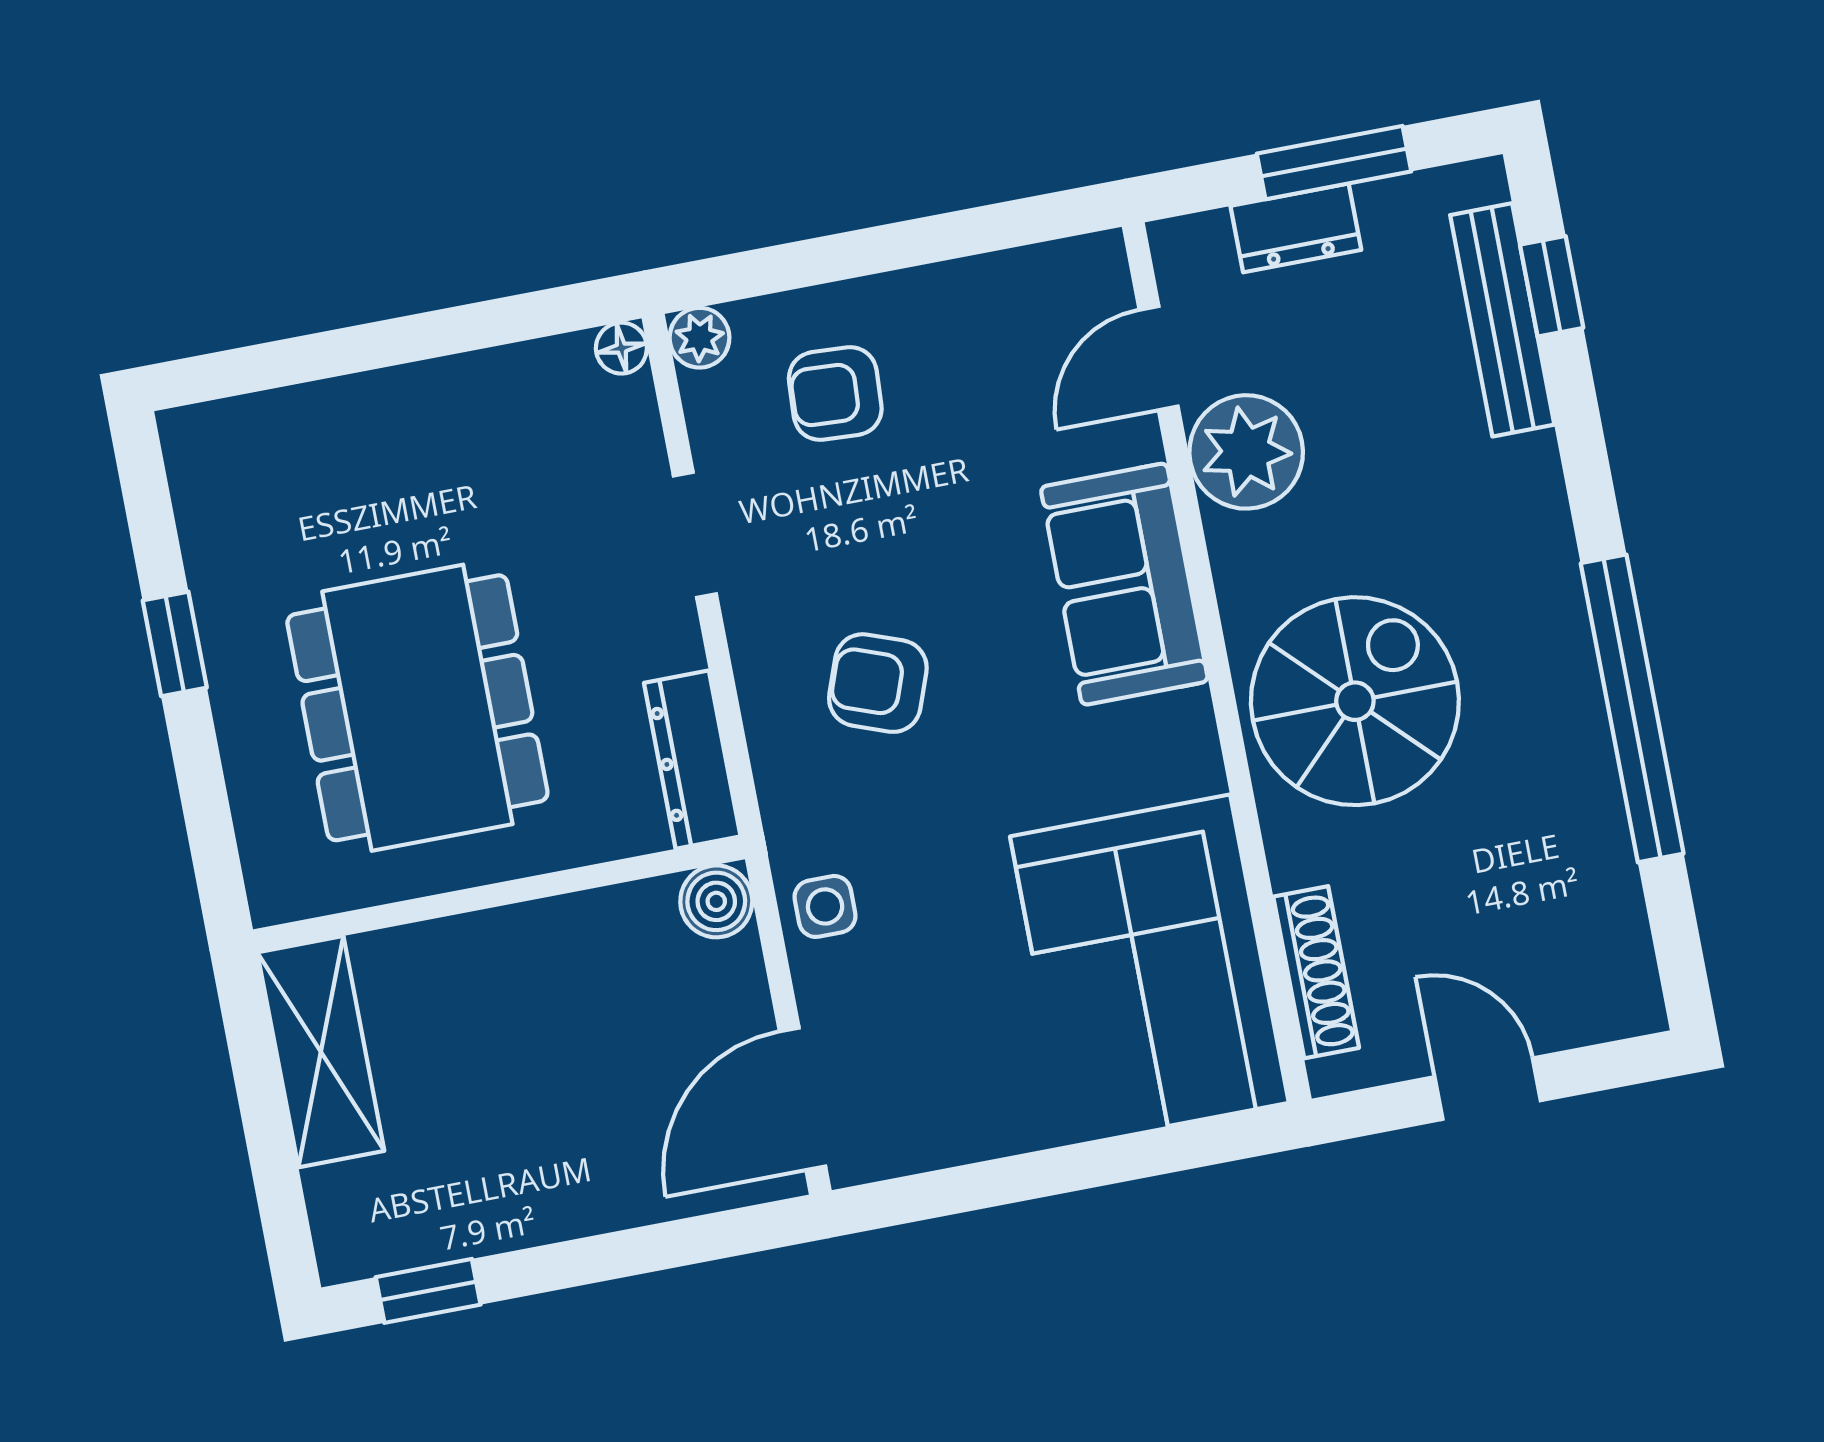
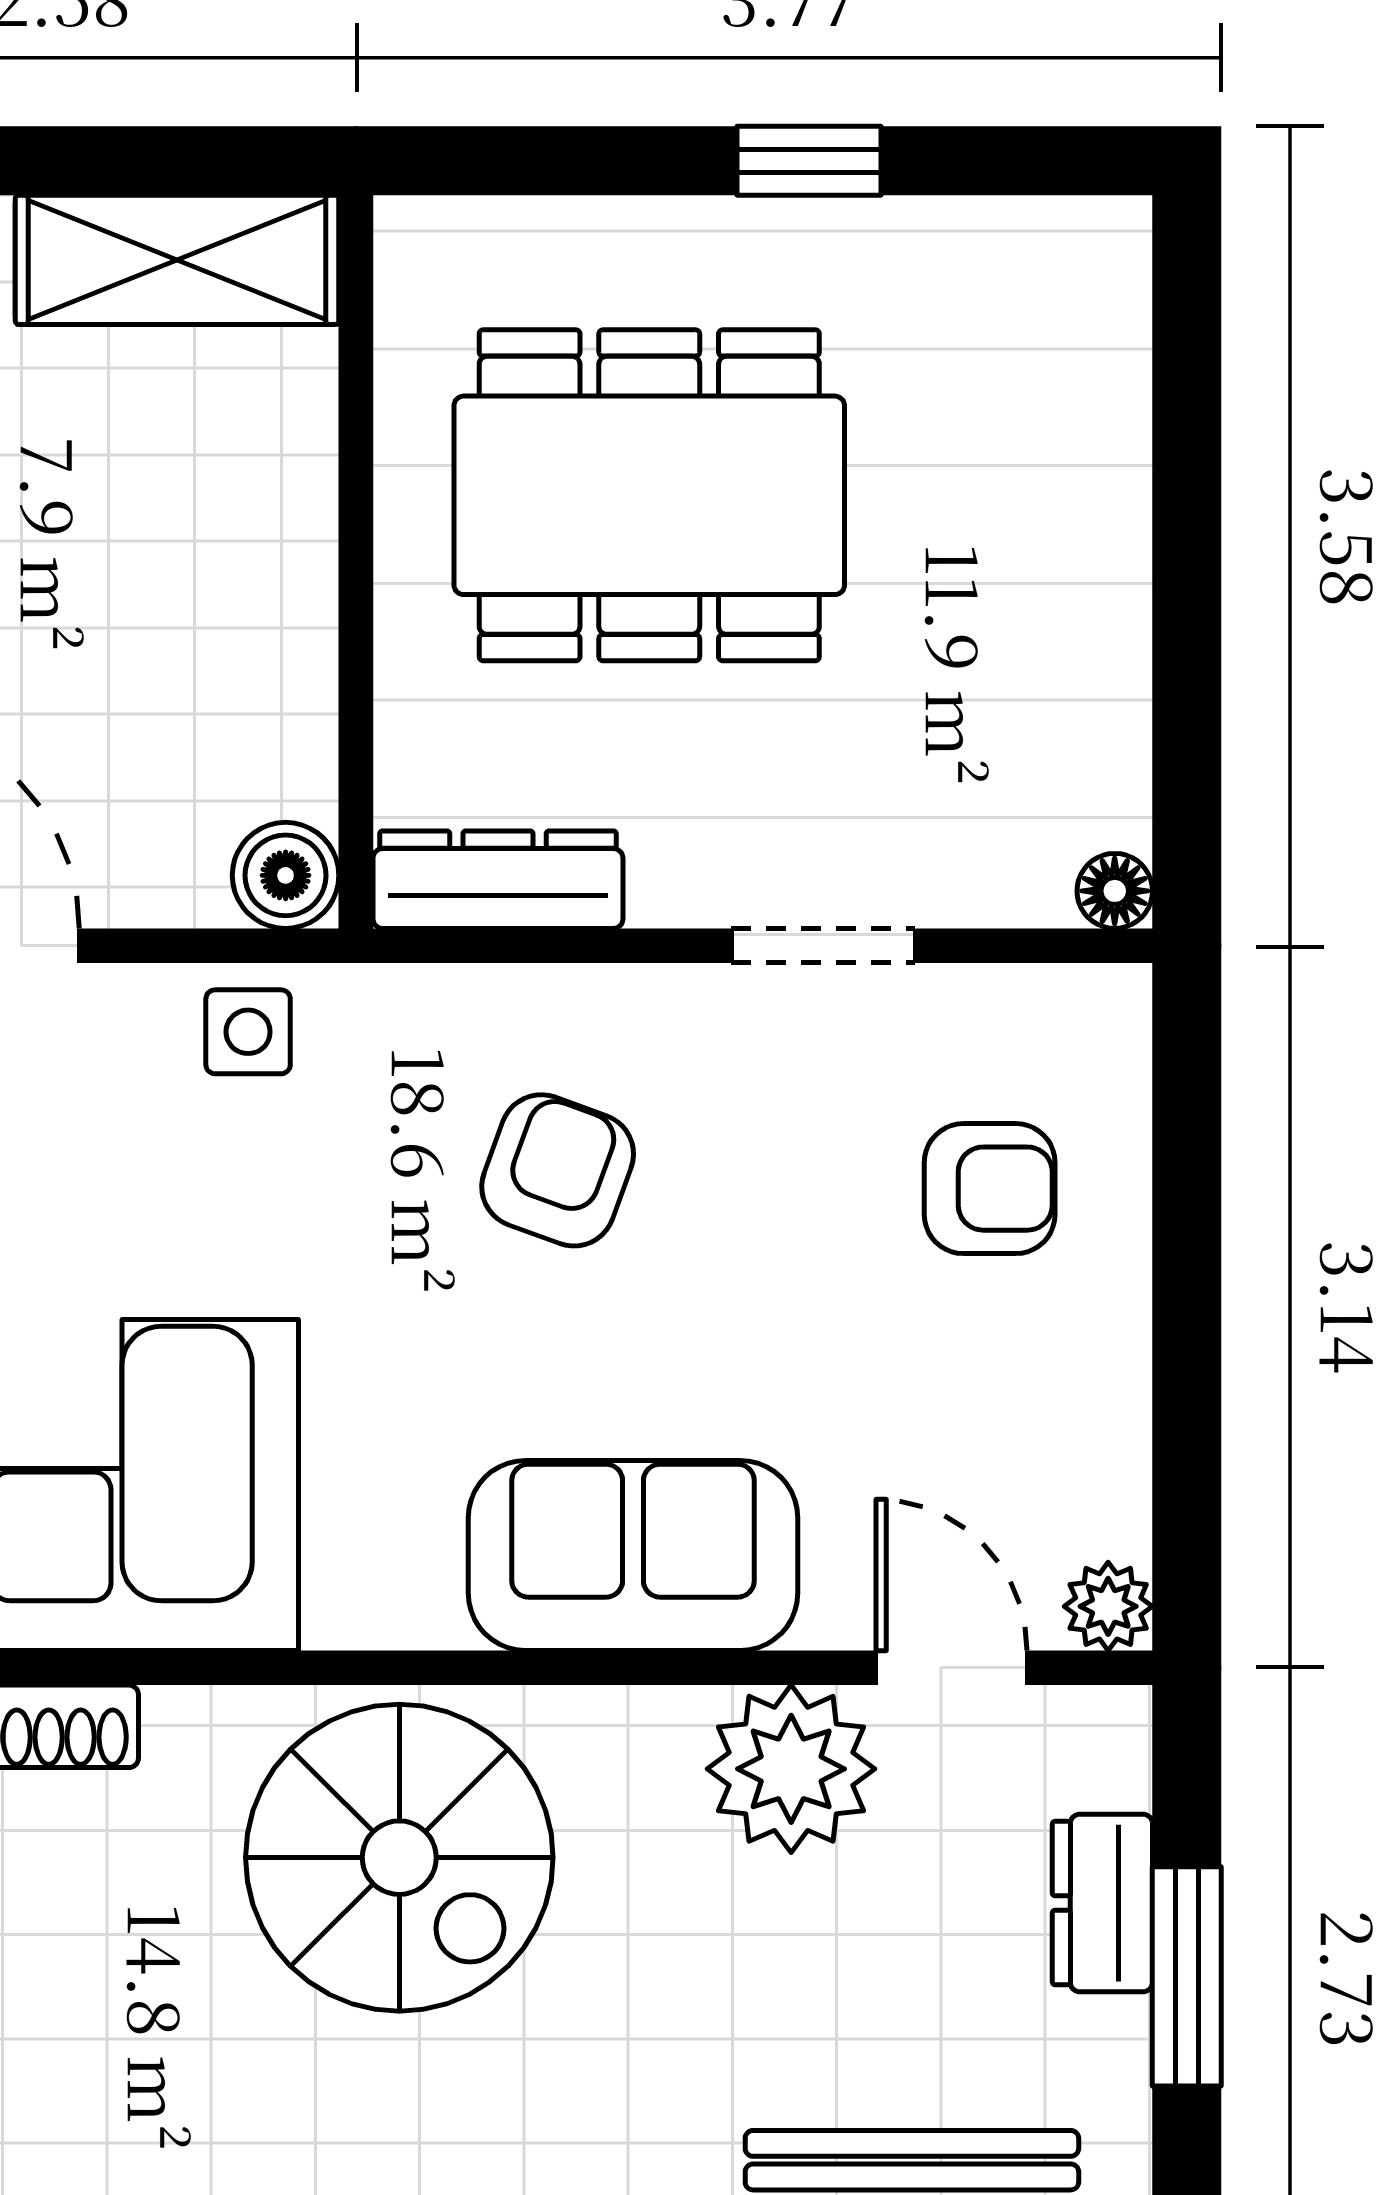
plant: (700, 338) -> (1108, 1606), moved
armchair: (835, 394) -> (990, 1189), turned 87

